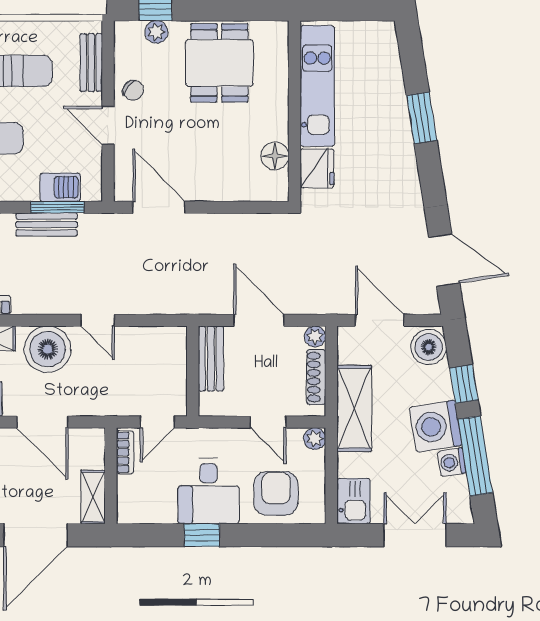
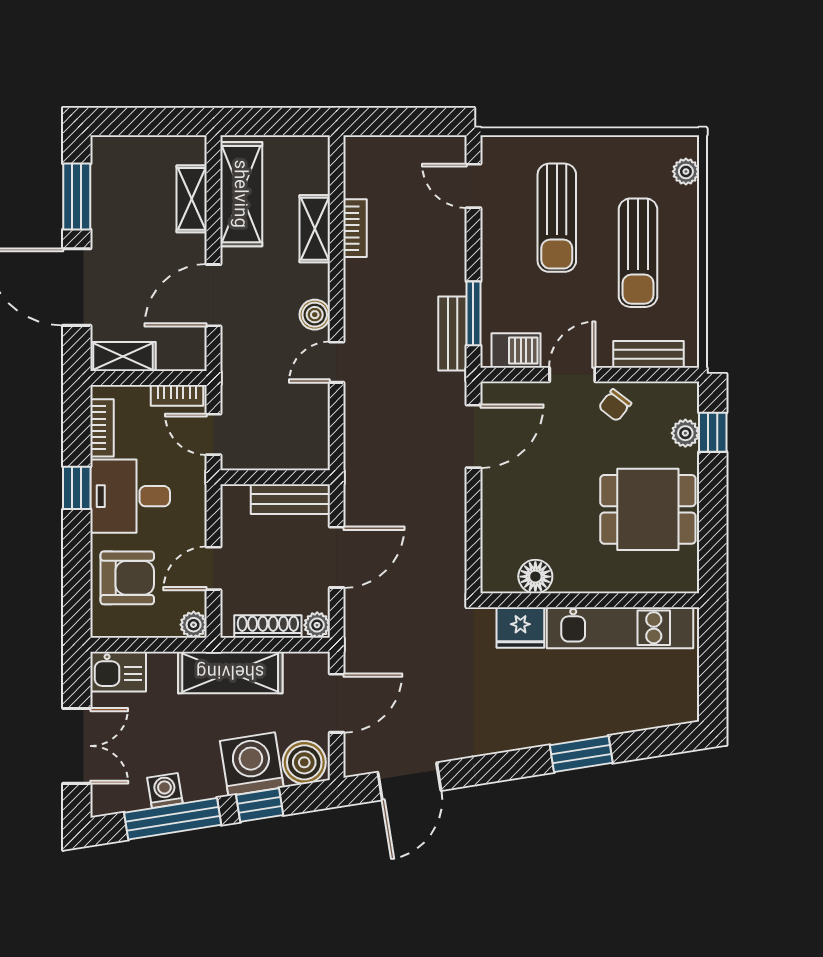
barbecue: (60, 187) -> (516, 350), moved, turned -90
bench: (47, 225) -> (452, 334), moved
boiler: (48, 349) -> (315, 315), width x0.54, depth x0.54
washing machine: (436, 426) -> (252, 764), moved
bookcase: (152, 514) -> (102, 428), added

